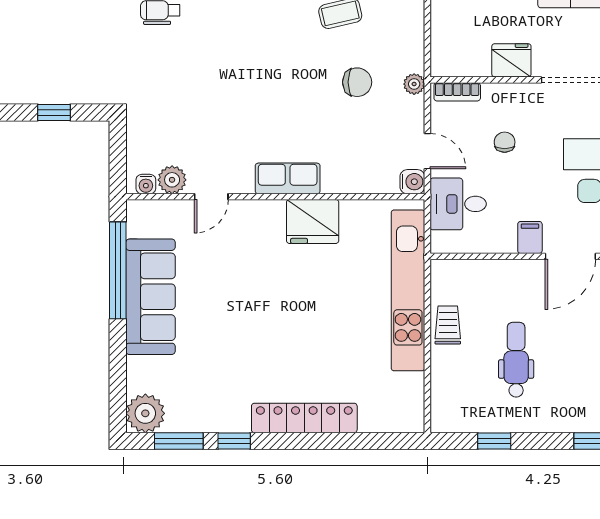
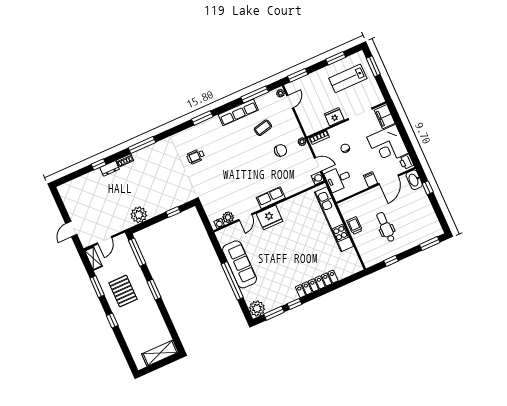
fridge: (313, 221) -> (270, 217), moved
window: (118, 270) -> (232, 281), moved

